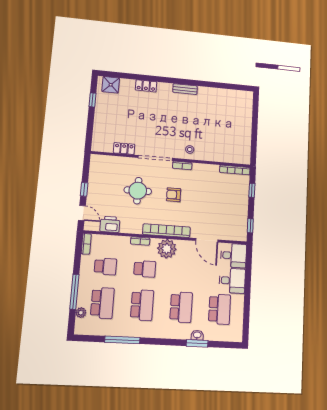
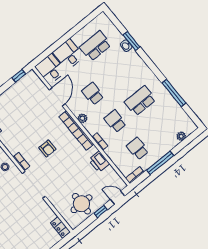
locker: (124, 149) -> (60, 227), moved
round table: (138, 191) -> (81, 204), moved
door: (82, 213) -> (117, 198), hinge flipped
printer: (110, 224) -> (99, 162), moved
plant: (167, 249) -> (82, 118), width x0.53, depth x0.53
window: (74, 292) -> (160, 163), moved
school desk: (102, 303) -> (163, 128), removed
school desk: (181, 307) -> (93, 94), moved, width x0.54

